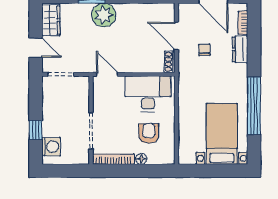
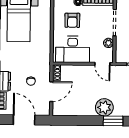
door: (176, 36) -> (51, 92), hinge flipped
plant: (99, 103) -> (108, 43), added

